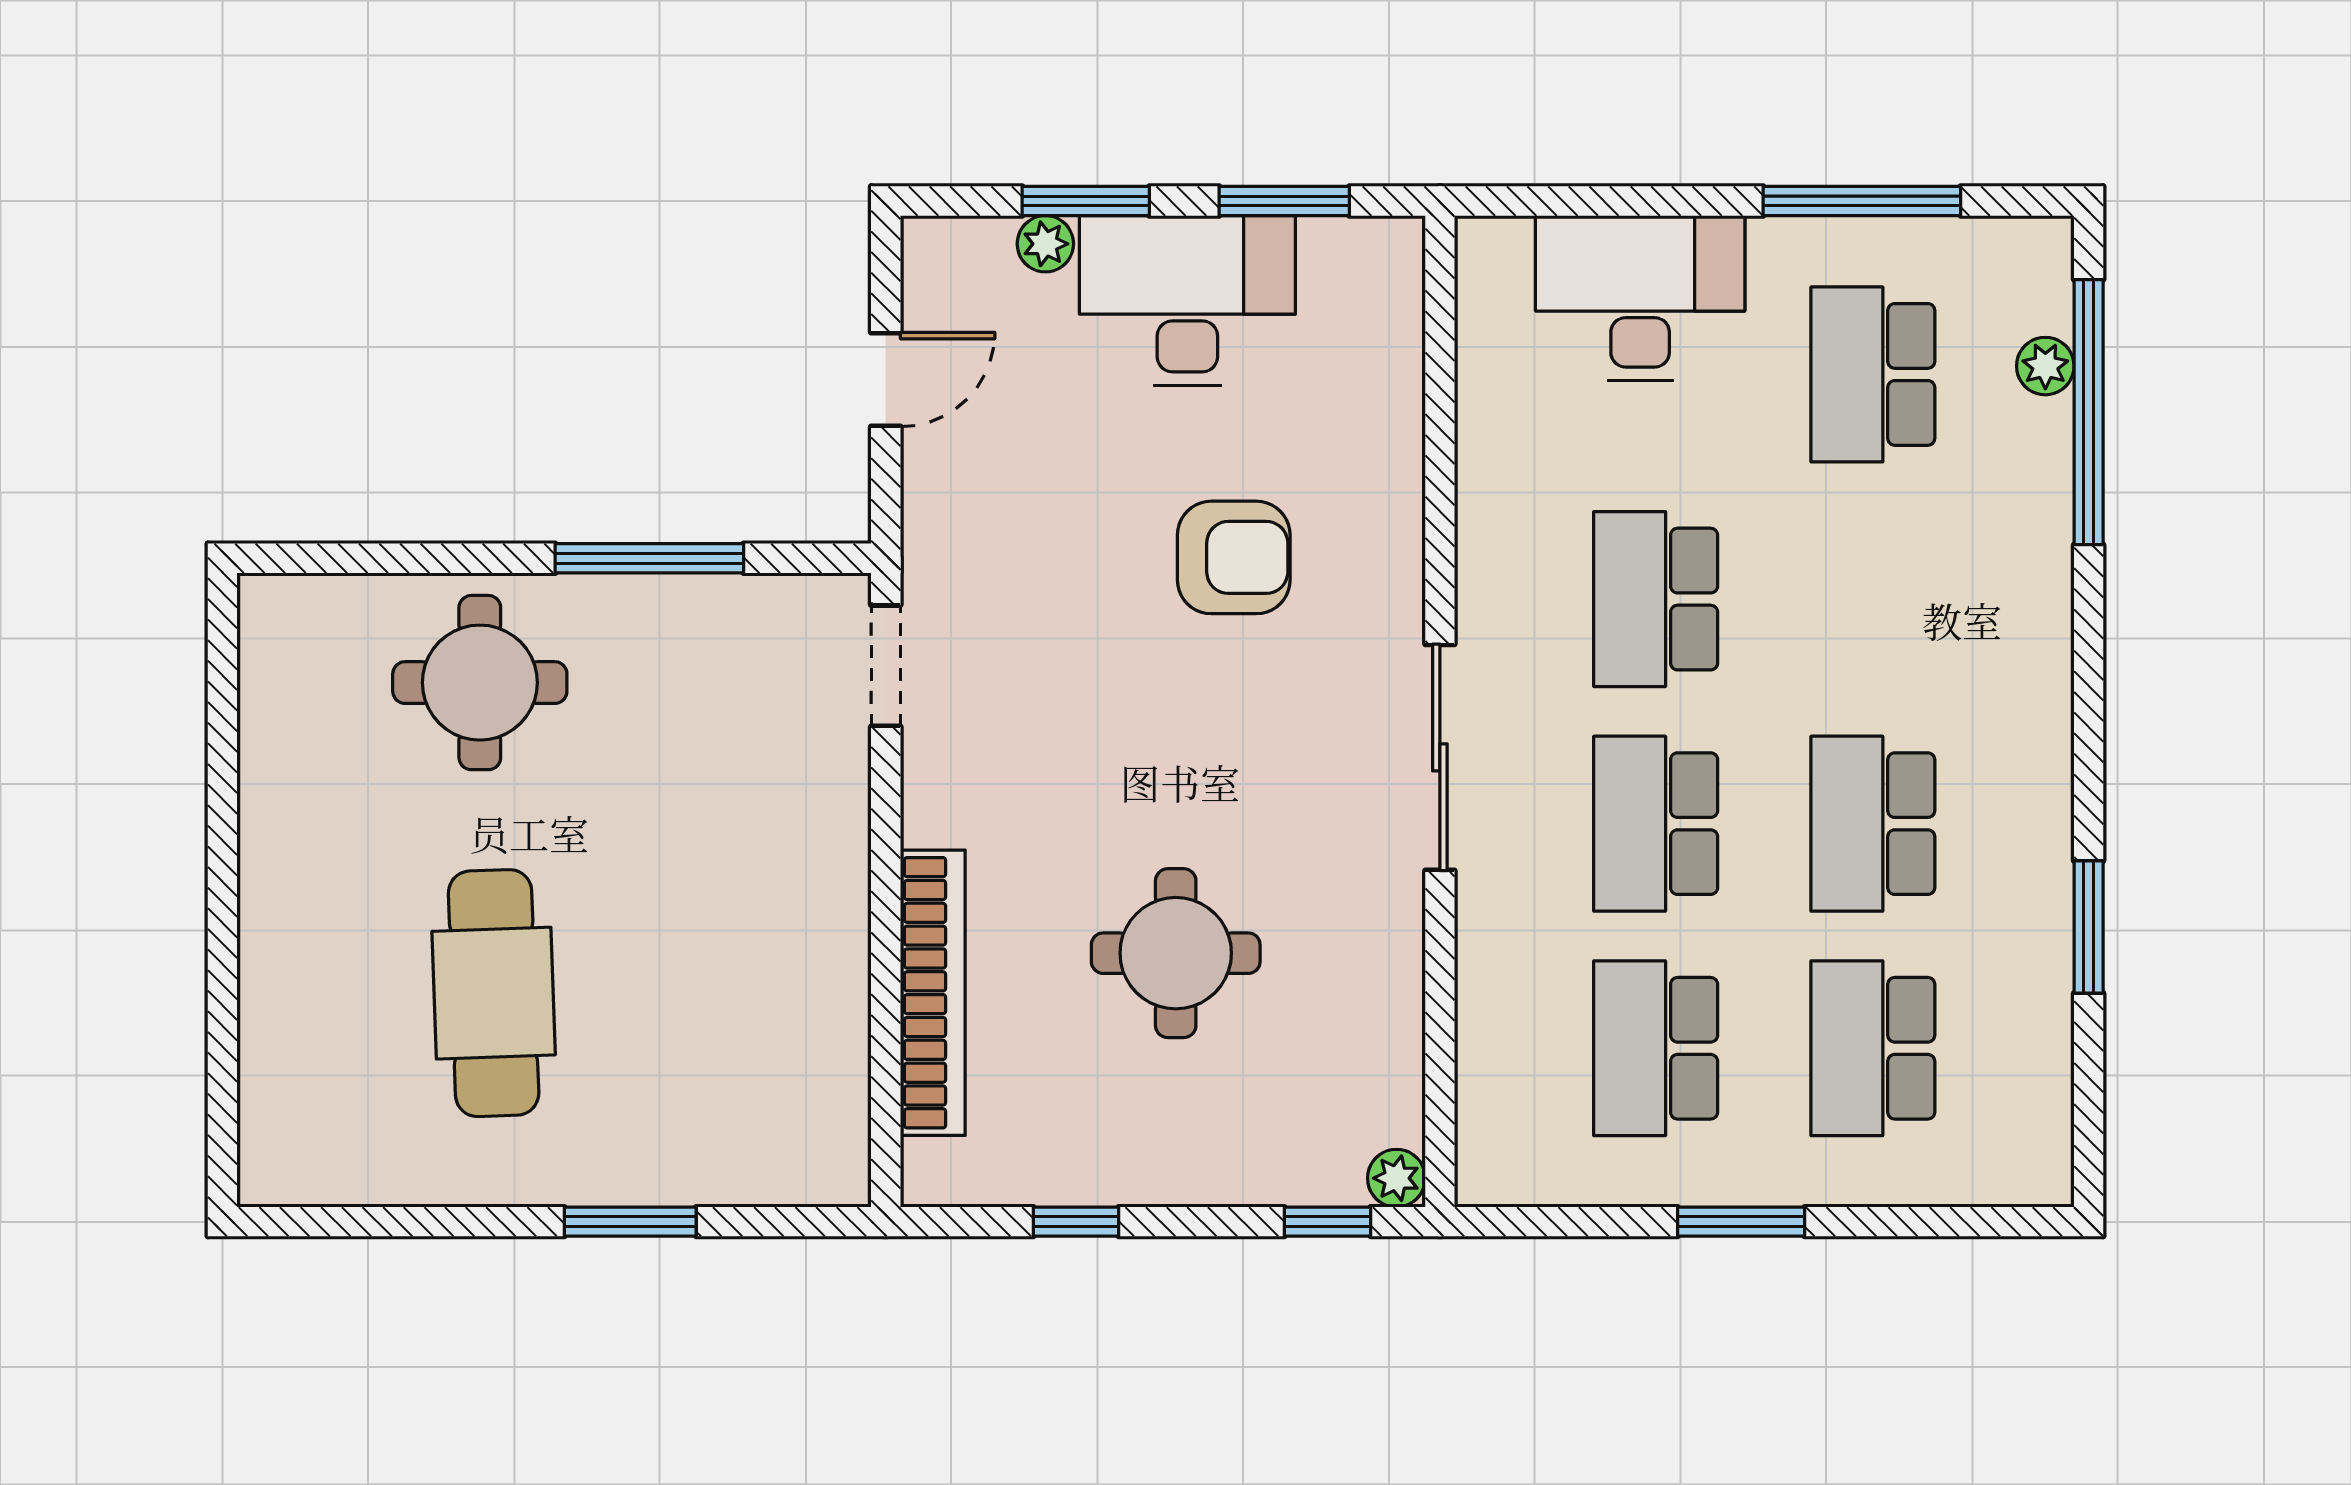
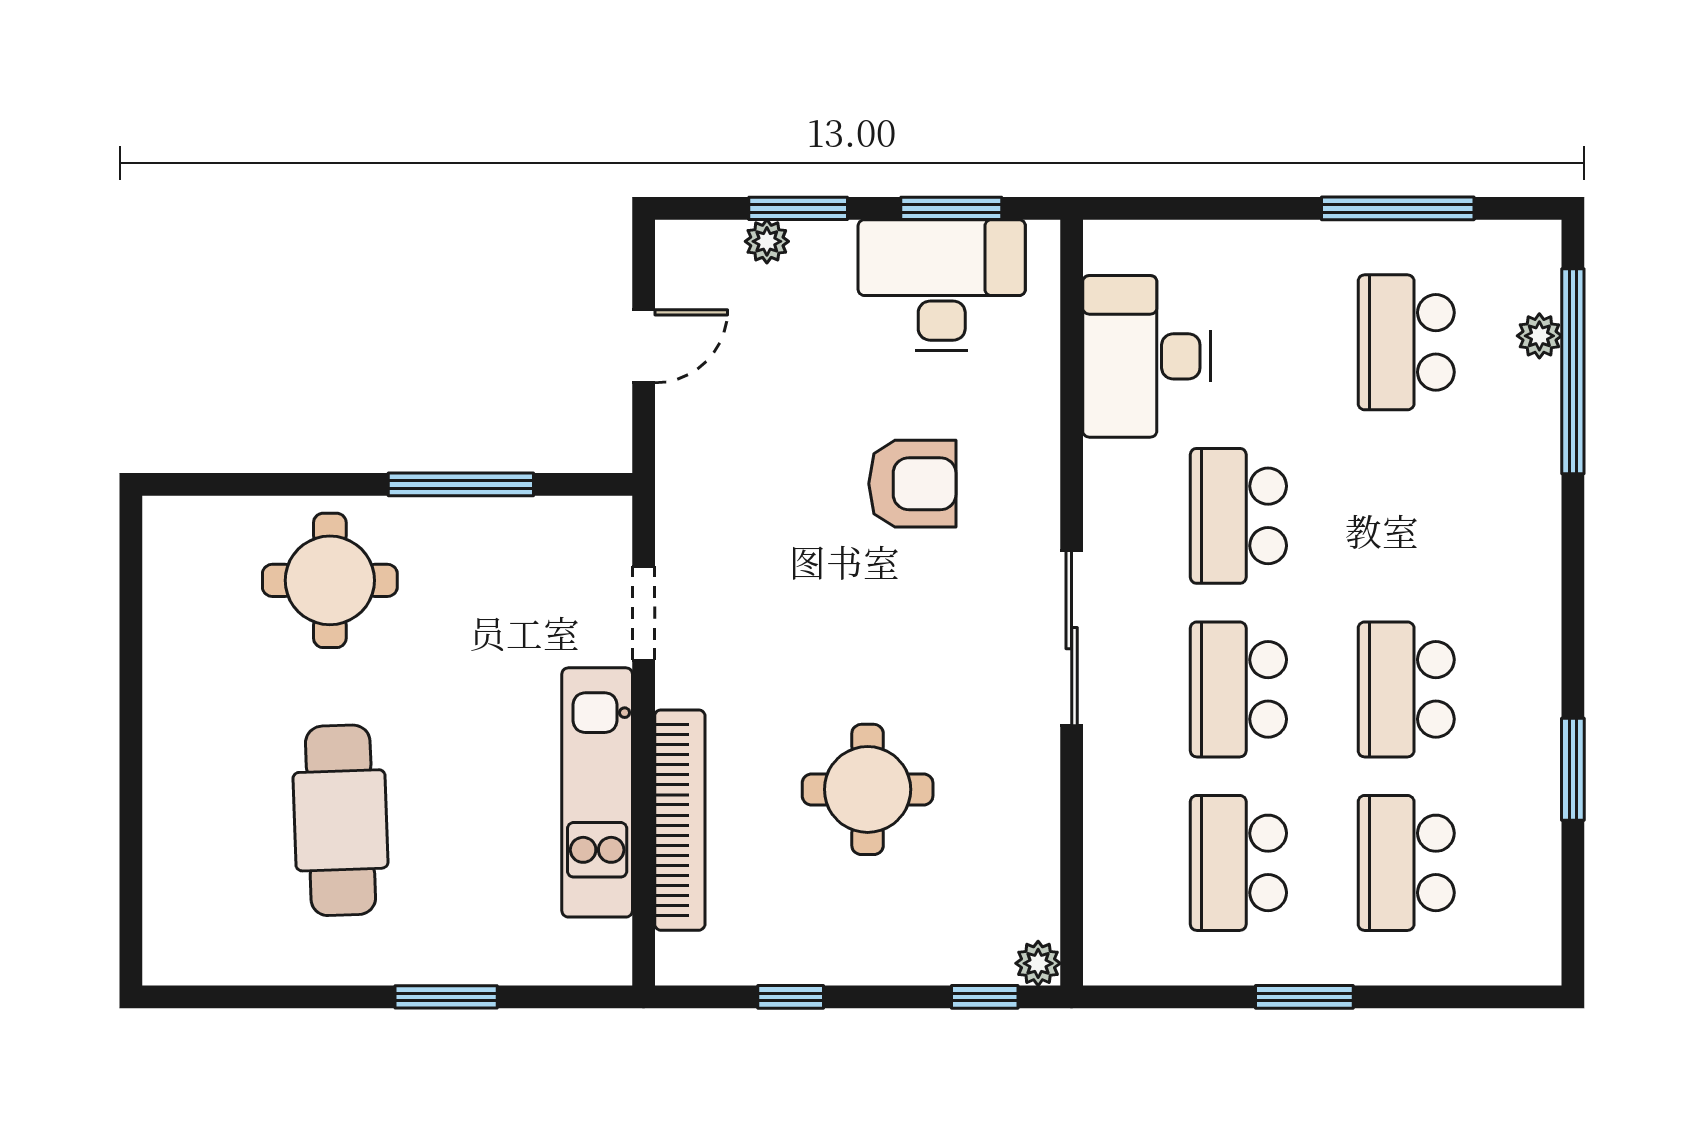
desk: (1640, 298) -> (1146, 356), moved, turned -90
desk: (1187, 300) -> (942, 285), moved
doorway: (886, 666) -> (644, 613), moved
kitchen unit: (826, 957) -> (597, 792), added

